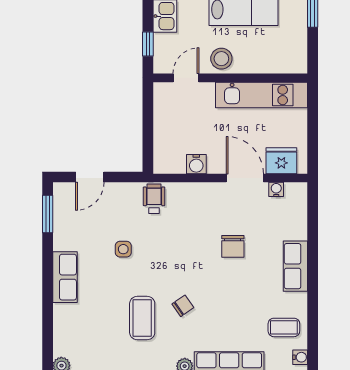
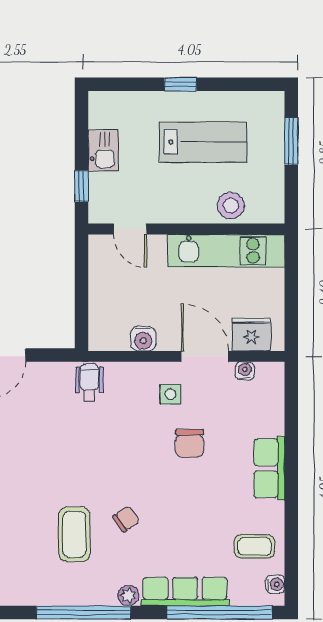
stool: (221, 59) -> (231, 206), moved
door: (186, 78) -> (130, 229), swing flipped
side table: (123, 249) -> (170, 394), moved

